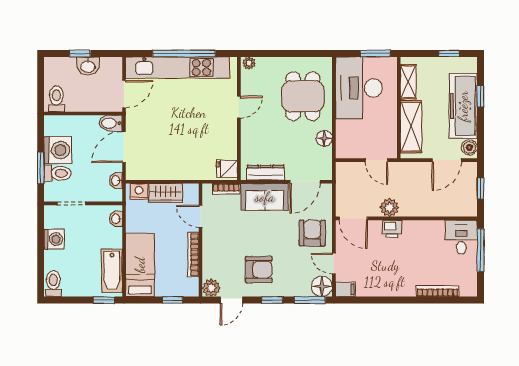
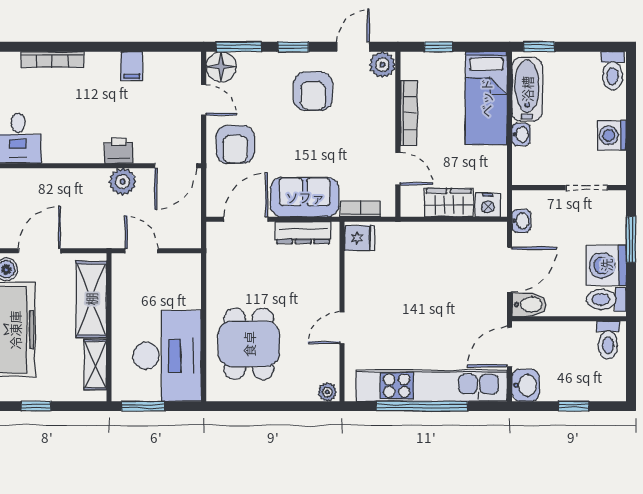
washbasin: (88, 66) -> (526, 385), moved, turned 90
floor lamp: (324, 138) -> (218, 282), removed
toilet: (58, 173) -> (606, 299), moved
door: (353, 218) -> (175, 166), swing flipped
washbasin: (116, 219) -> (521, 134), moved
armchair: (259, 270) -> (313, 91), turned -90
filing cabinet: (345, 289) -> (132, 66), moved, turned -90

